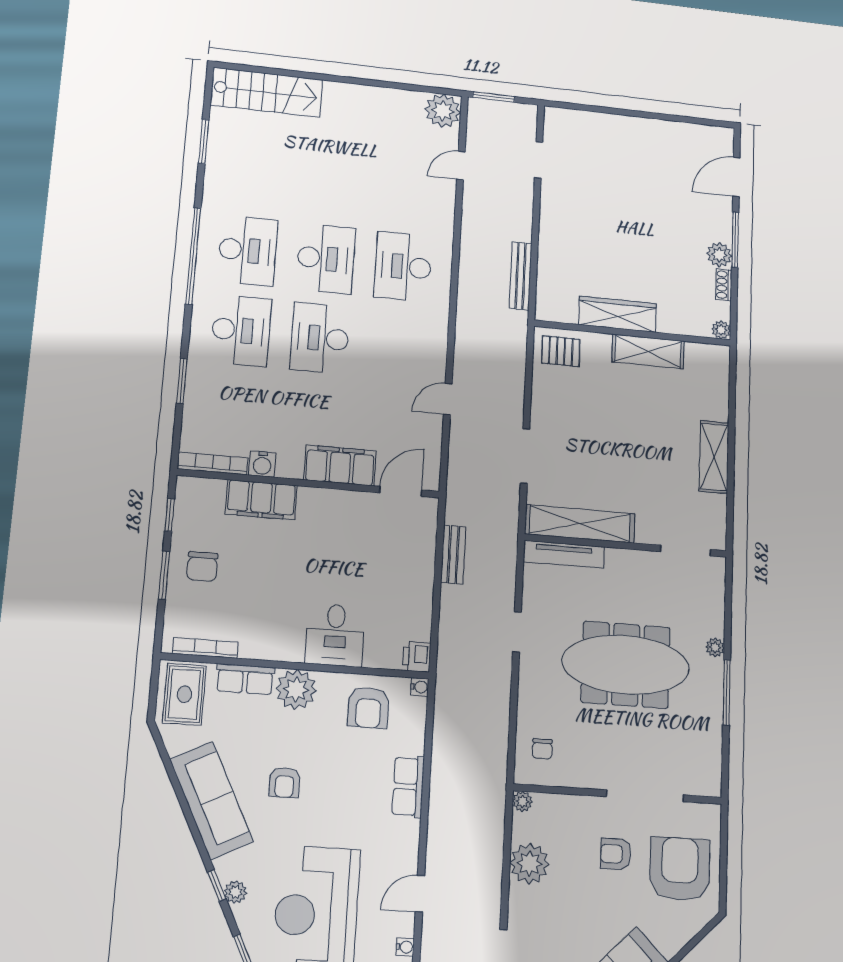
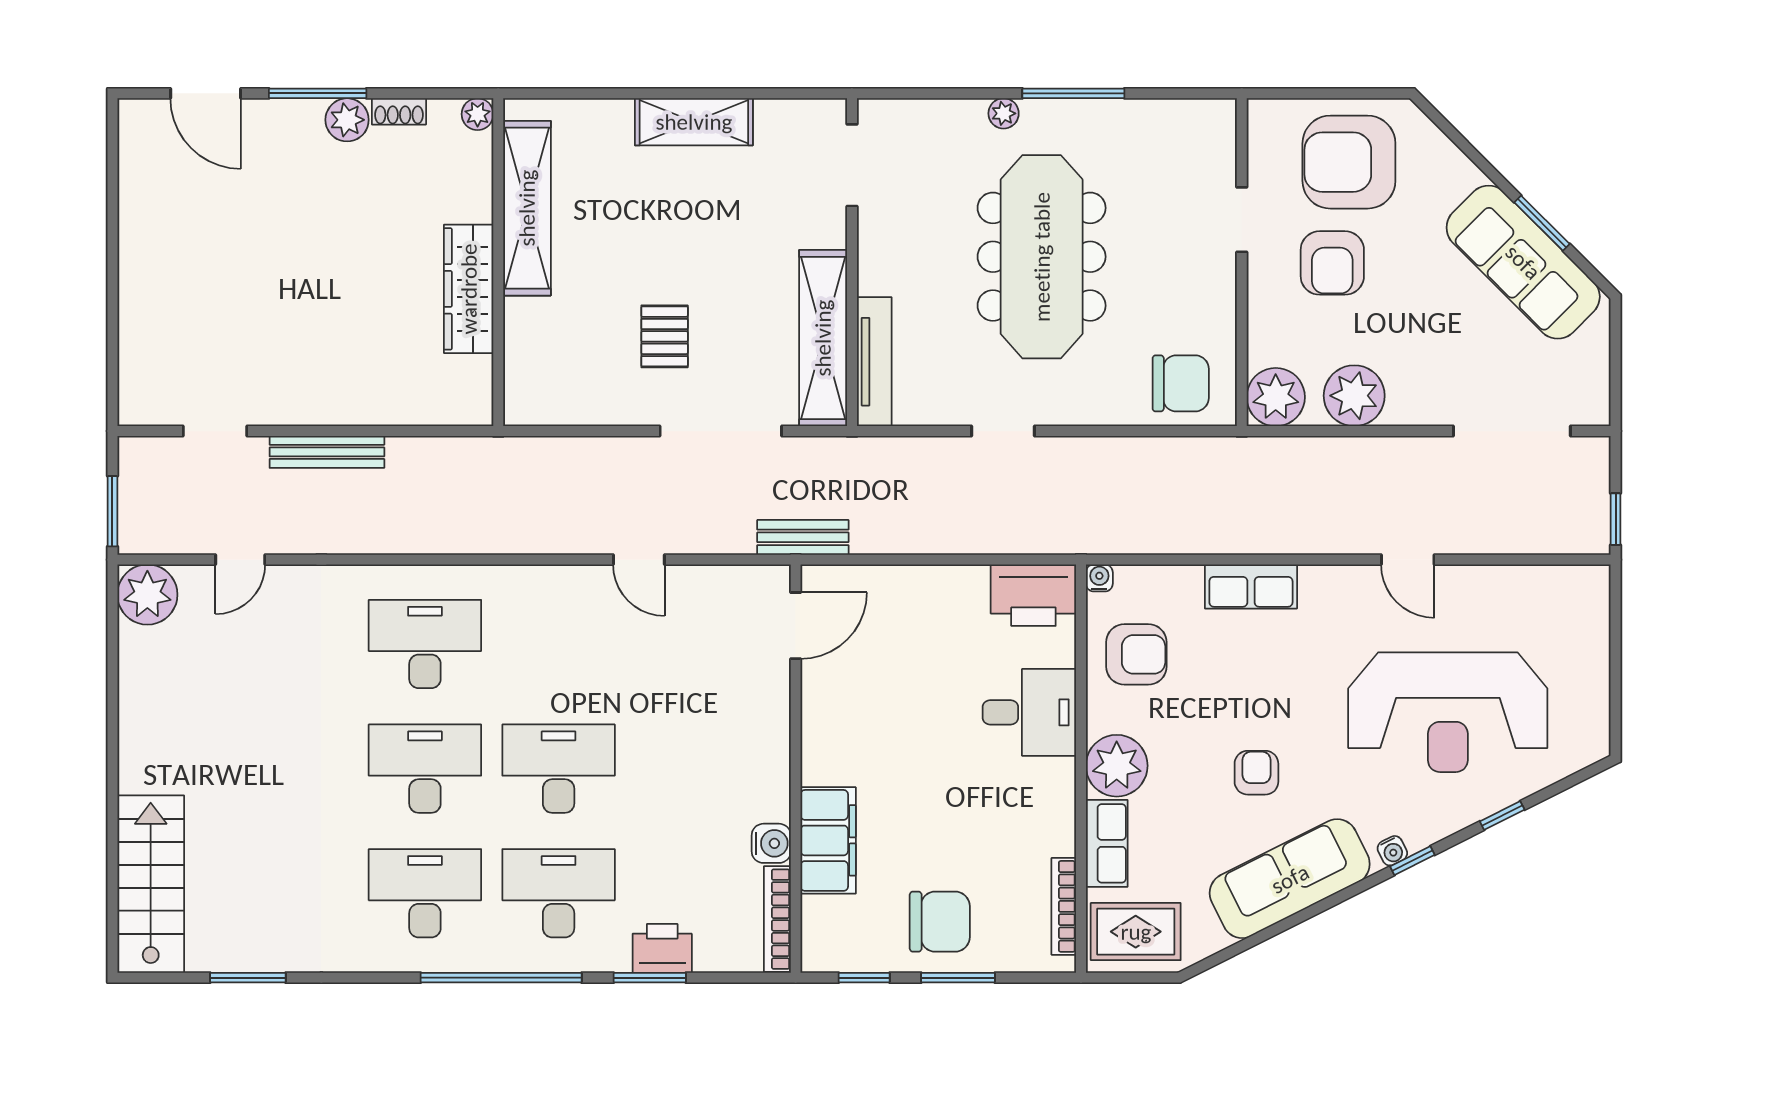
door: (461, 166) -> (240, 560), hinge flipped
window: (193, 256) -> (501, 978), moved
desk: (403, 267) -> (425, 644), turned 180
bench: (521, 276) -> (327, 452), moved
desk: (320, 338) -> (559, 769), turned 180
pallet: (561, 351) -> (665, 336), moved
shelving: (648, 351) -> (527, 208), width x1.47
printer: (200, 390) -> (662, 948), added
doorway: (525, 456) -> (721, 431), width x1.36
filing cabinet: (340, 465) -> (762, 723), removed
door: (401, 491) -> (796, 626), swing flipped
bench: (453, 555) -> (803, 537), moved
chair: (202, 567) -> (940, 922), width x1.37, depth x1.37
printer: (417, 657) -> (1033, 595), width x1.87, depth x1.48
chair: (542, 749) -> (1181, 383), width x1.87, depth x1.87
armchair: (285, 782) -> (1256, 773), turned -90
doorway: (645, 796) -> (1242, 220), width x0.53
plant: (522, 801) -> (1276, 397), width x1.88, depth x1.88
armchair: (616, 854) -> (1332, 263), width x1.38, depth x1.38
plant: (235, 892) -> (1420, 833), removed
water cooler: (405, 947) -> (1392, 851), moved, turned 153

